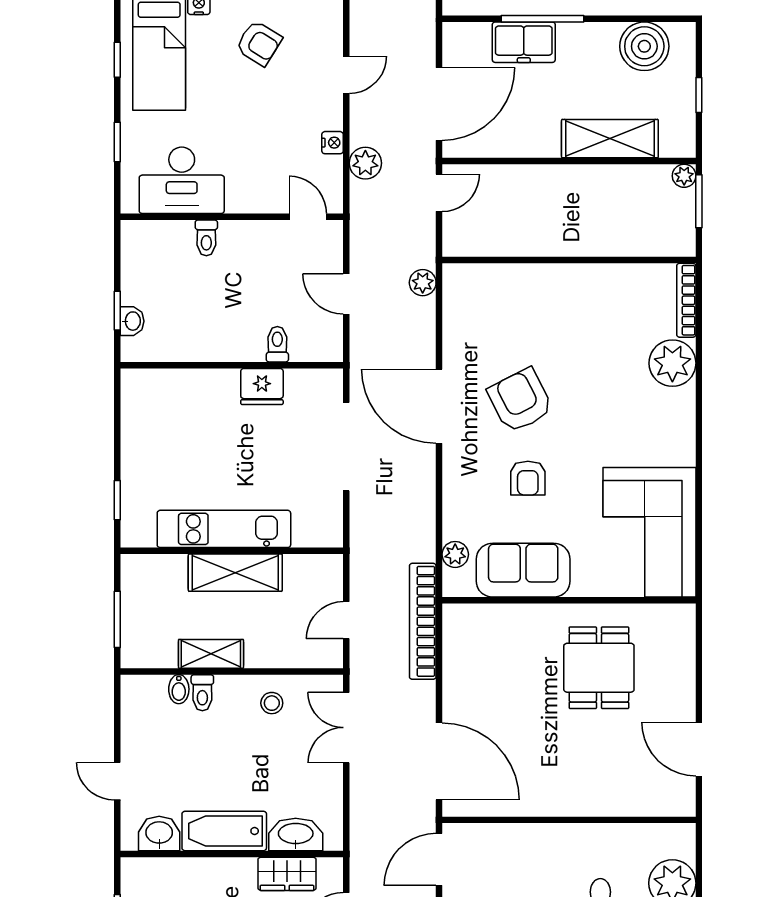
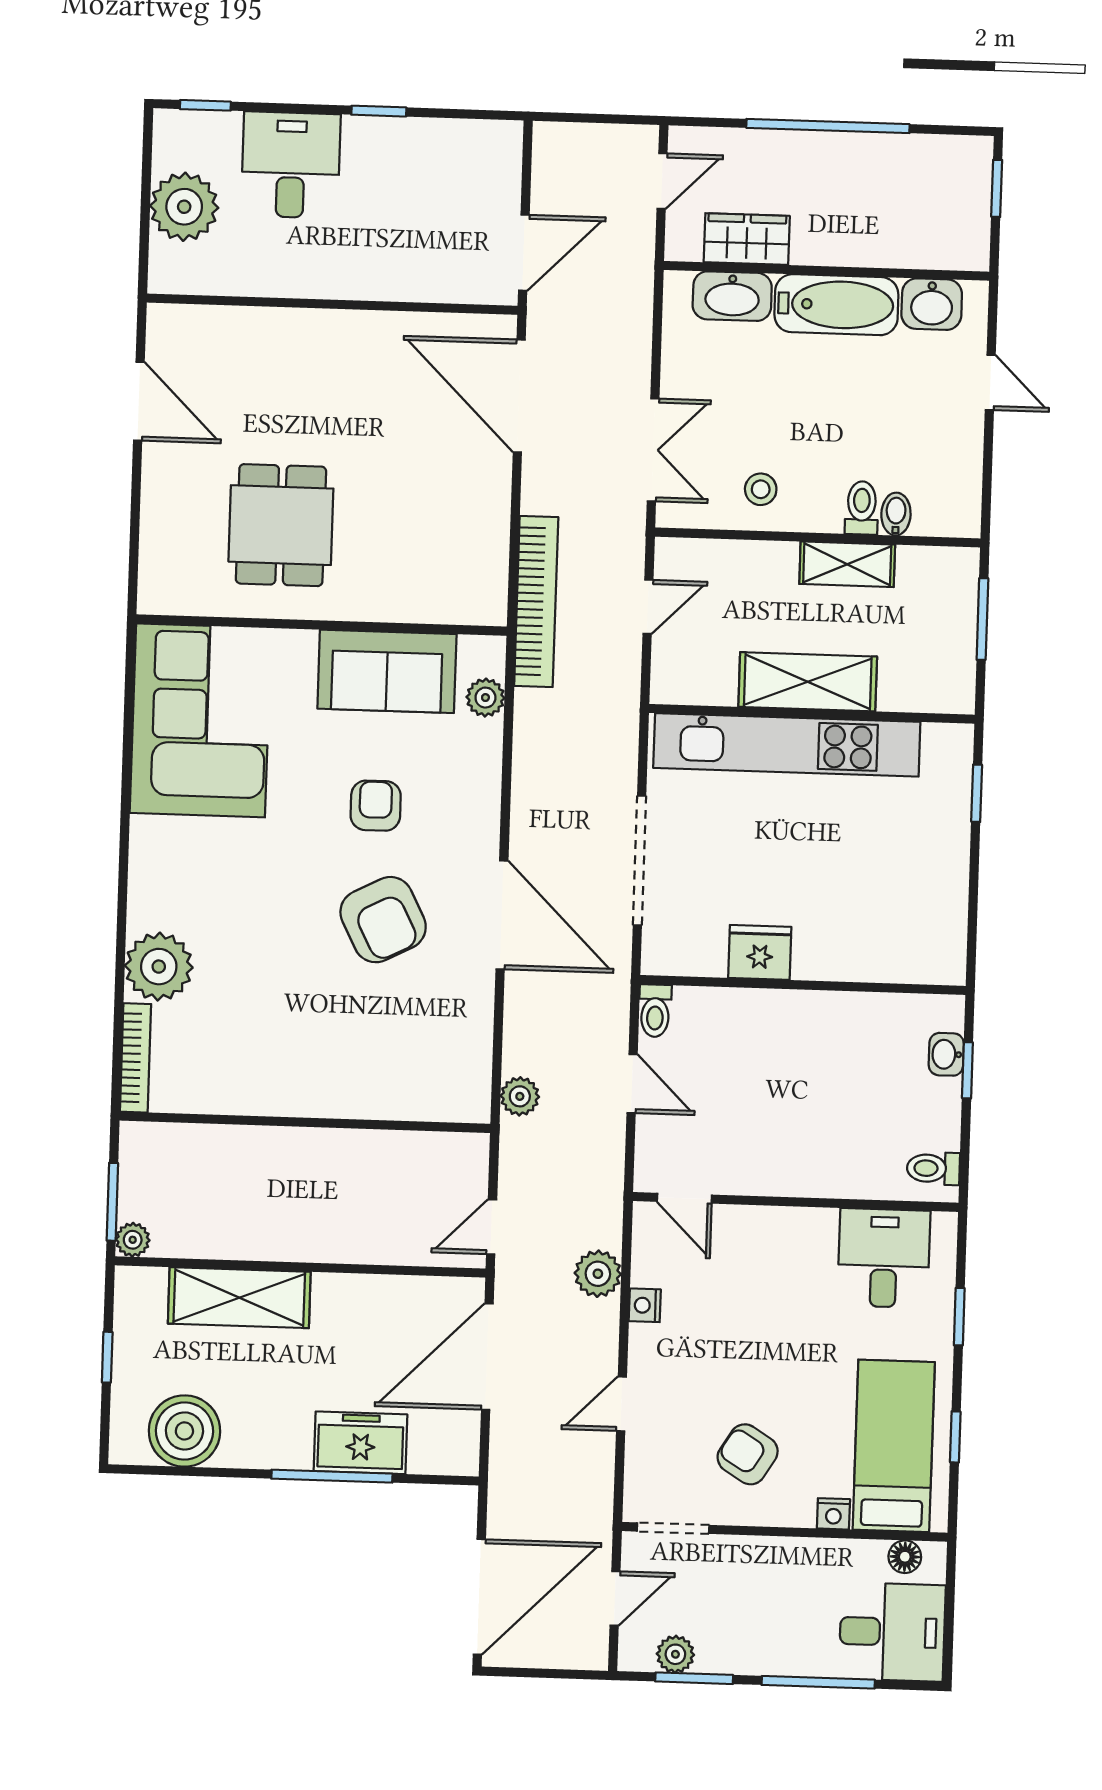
desk: (182, 180) -> (884, 1258), width x0.73
toilet: (206, 238) -> (933, 1168), moved, turned -90
toilet: (277, 344) -> (655, 1011), moved
kitchen unit: (224, 529) -> (787, 745), width x1.36

